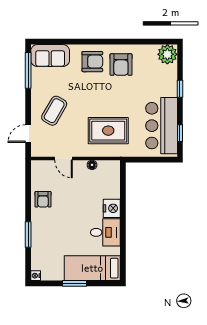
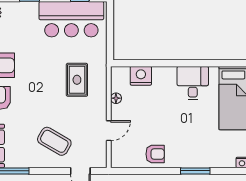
rug: (108, 131) -> (77, 80), width x0.73, depth x0.70
nightstand: (112, 208) -> (141, 76), moved

